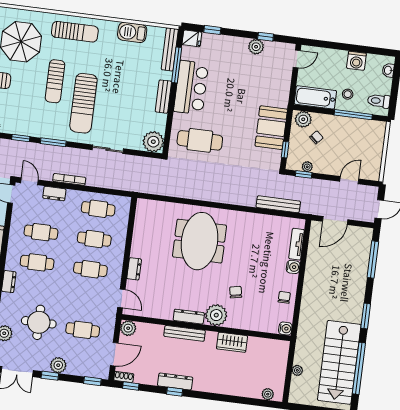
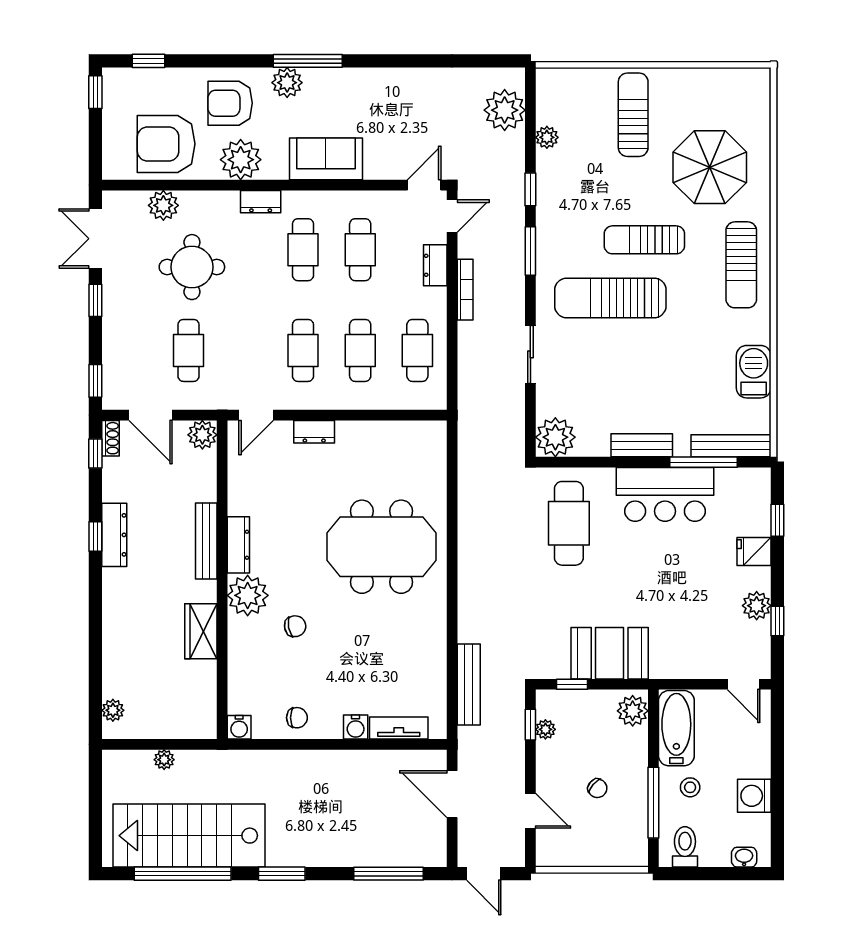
fridge: (192, 38) -> (754, 552), moved, turned 90
chair: (316, 137) -> (597, 788), moved
plant: (58, 365) -> (117, 313), removed

